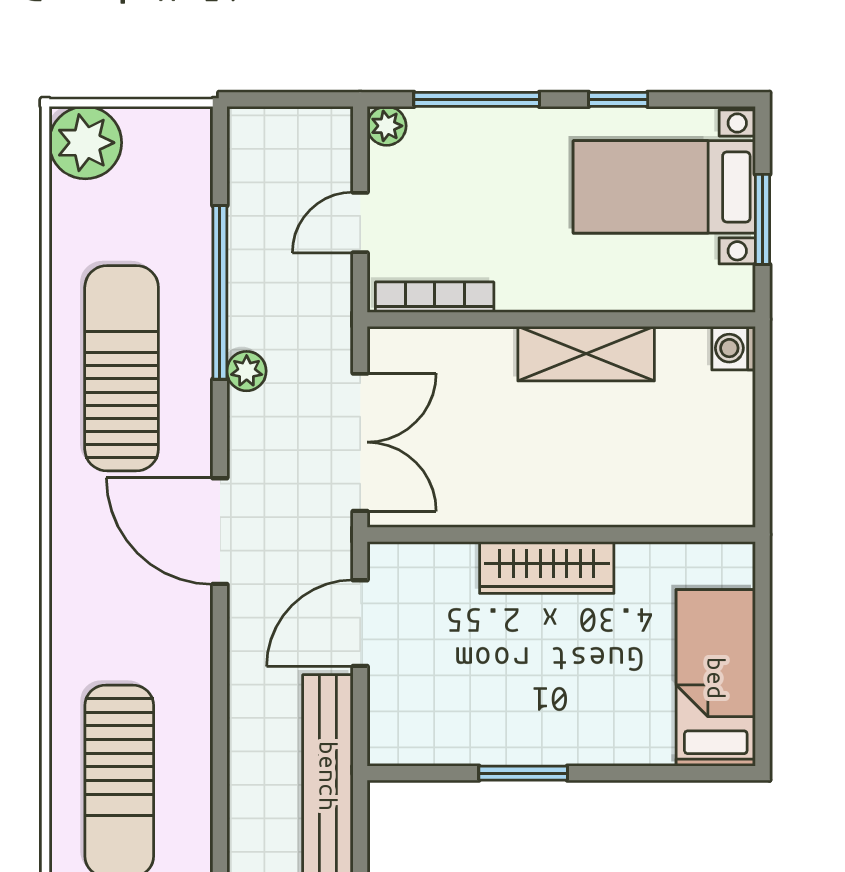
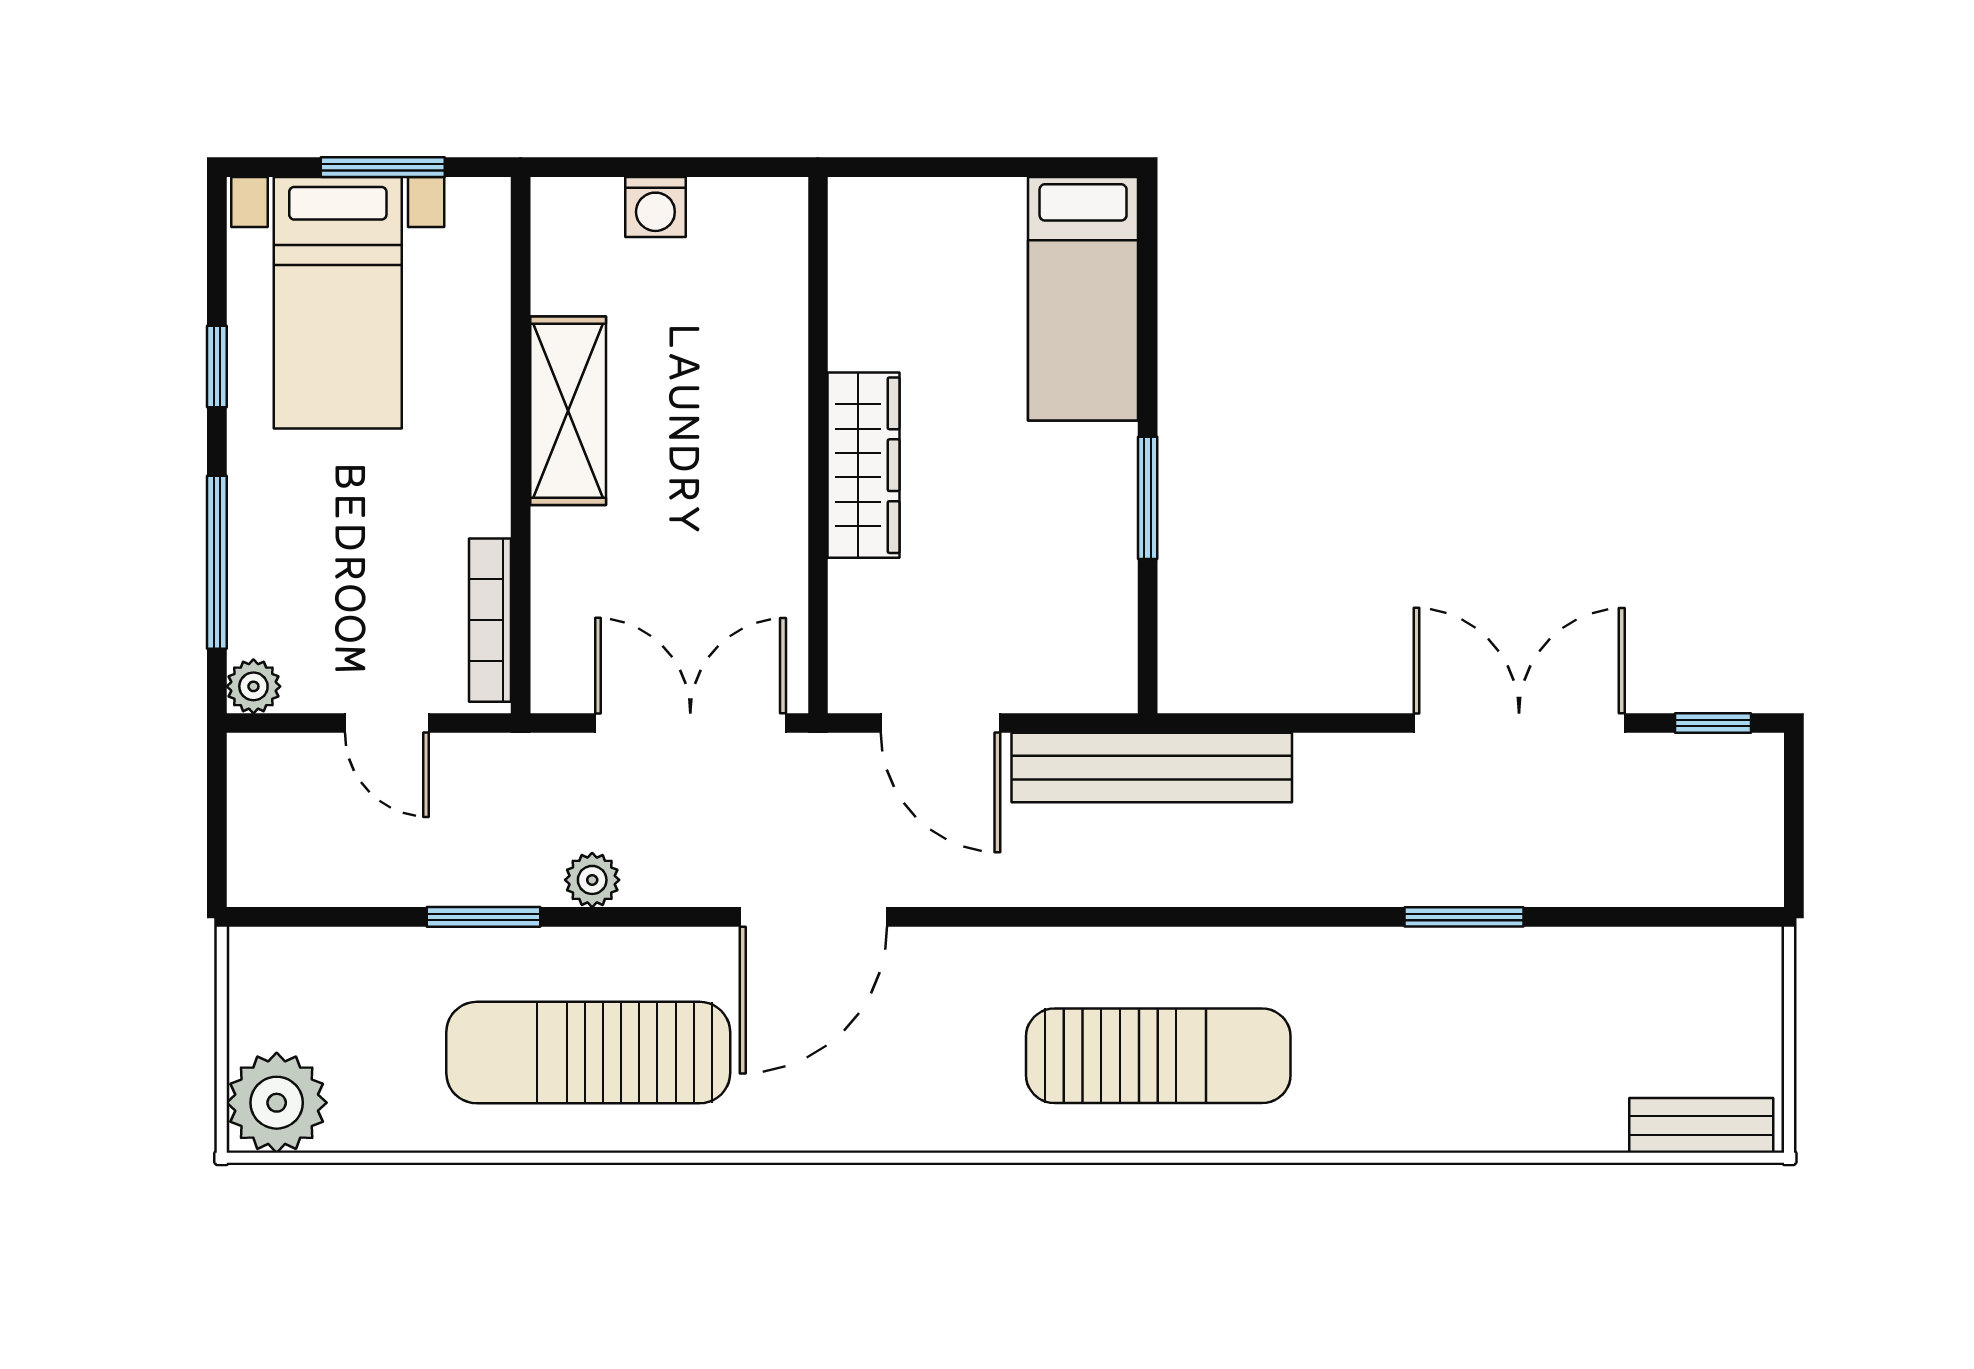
window: (220, 292) -> (484, 917), width x0.47
washing machine: (734, 348) -> (655, 207), moved
bed: (716, 678) -> (1083, 299), moved, turned -90

